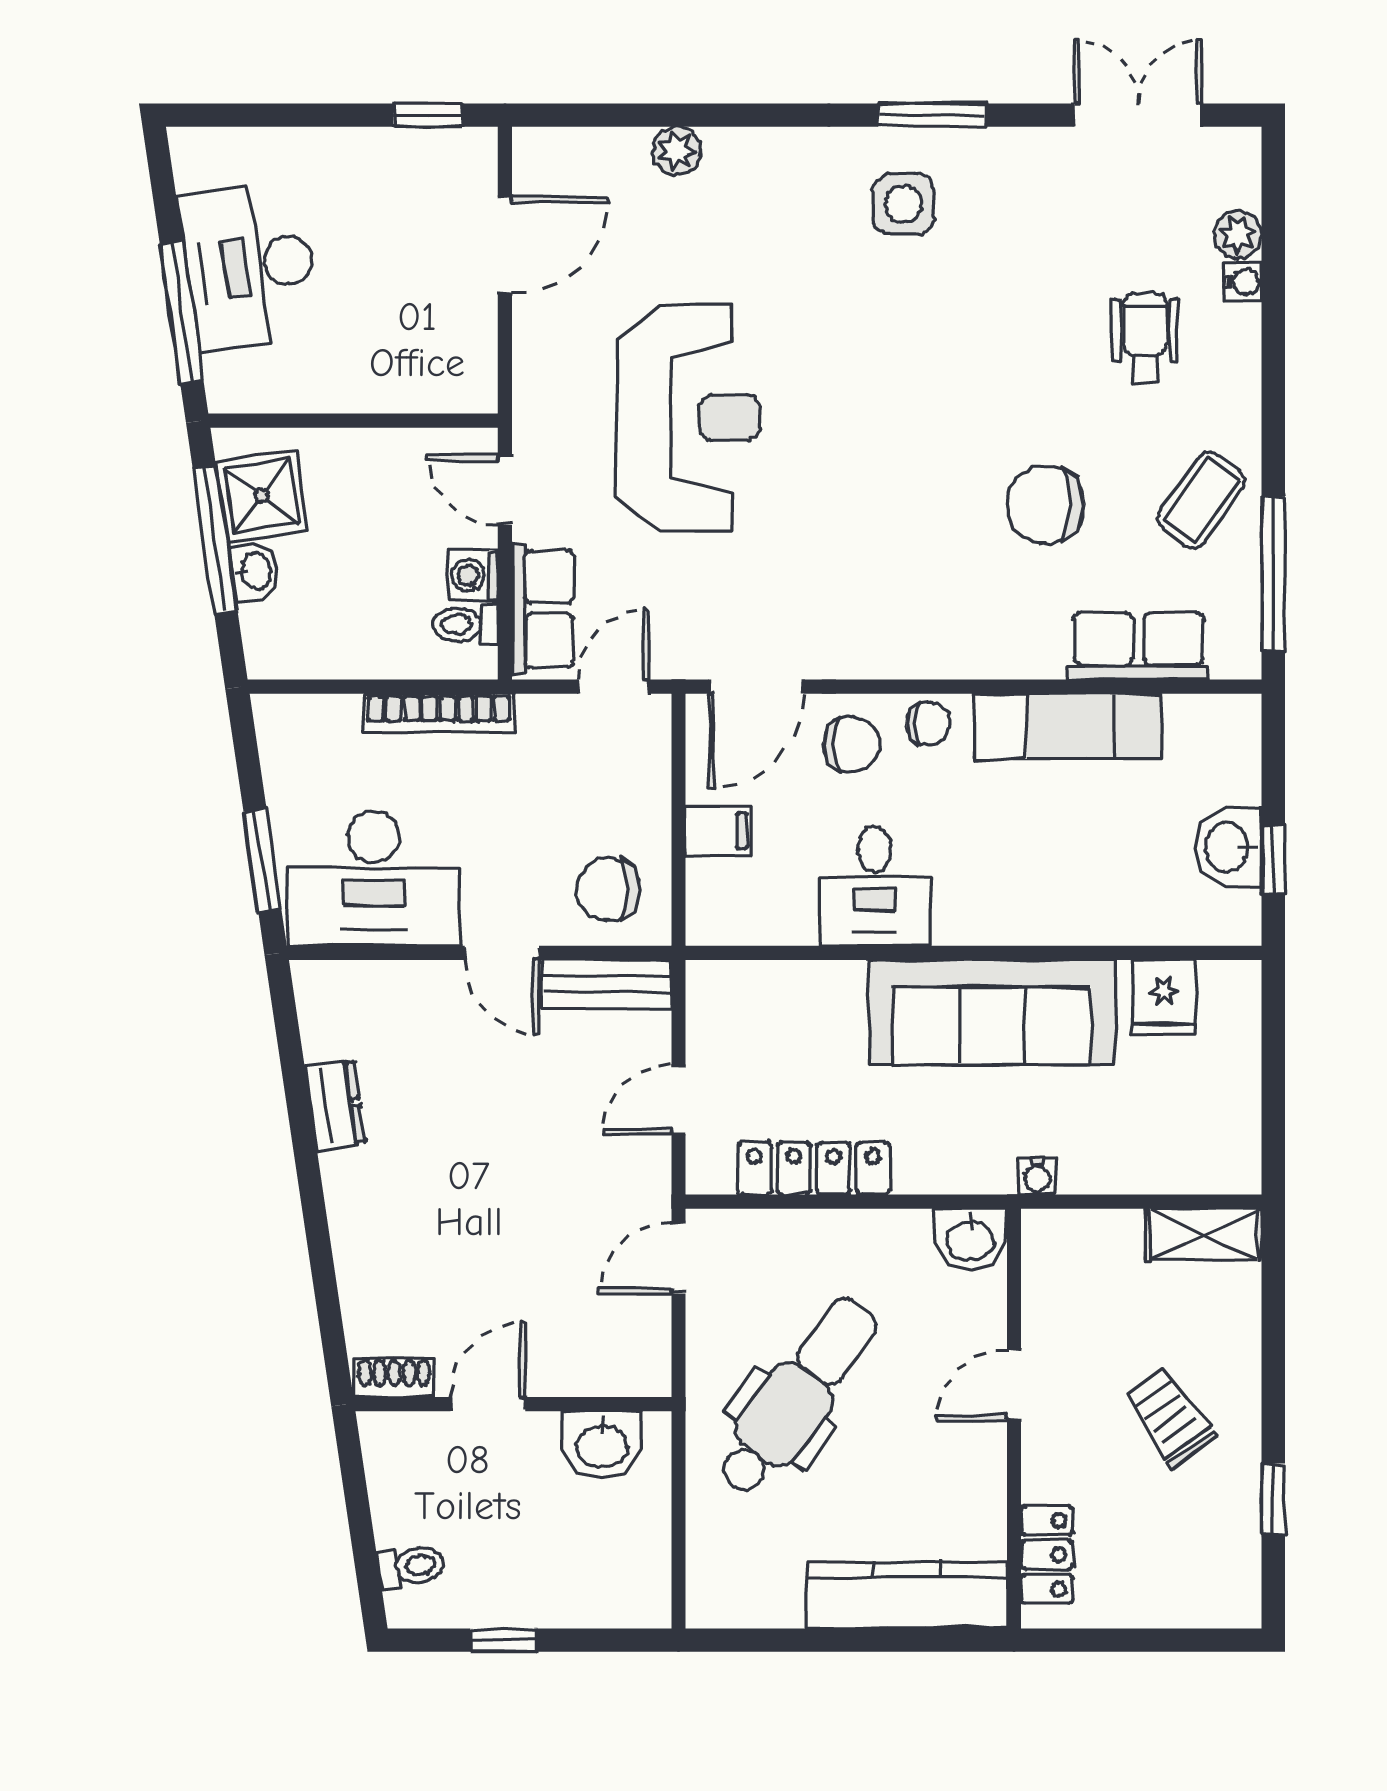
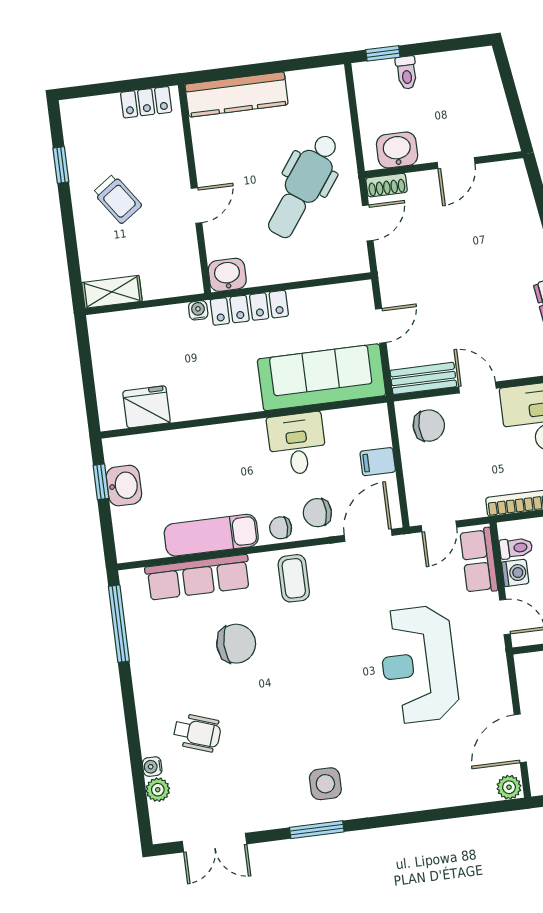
plant: (677, 151) -> (509, 787), moved
wheelchair: (1145, 338) -> (197, 733), turned -71
coffee table: (1201, 500) -> (294, 578), moved, turned -36
row of seats: (1138, 646) -> (198, 577), width x1.48
fridge: (1164, 997) -> (147, 407), width x1.38
sofa: (992, 1012) -> (322, 377), moved
locker: (814, 1168) -> (249, 308), moved
door: (678, 1258) -> (368, 223), moved
shoe rack: (394, 1378) -> (387, 185), moved
locker: (1047, 1555) -> (146, 102), moved, turned -90
toilet: (411, 1566) -> (406, 73), moved, turned -82
window: (503, 1640) -> (383, 53), moved

